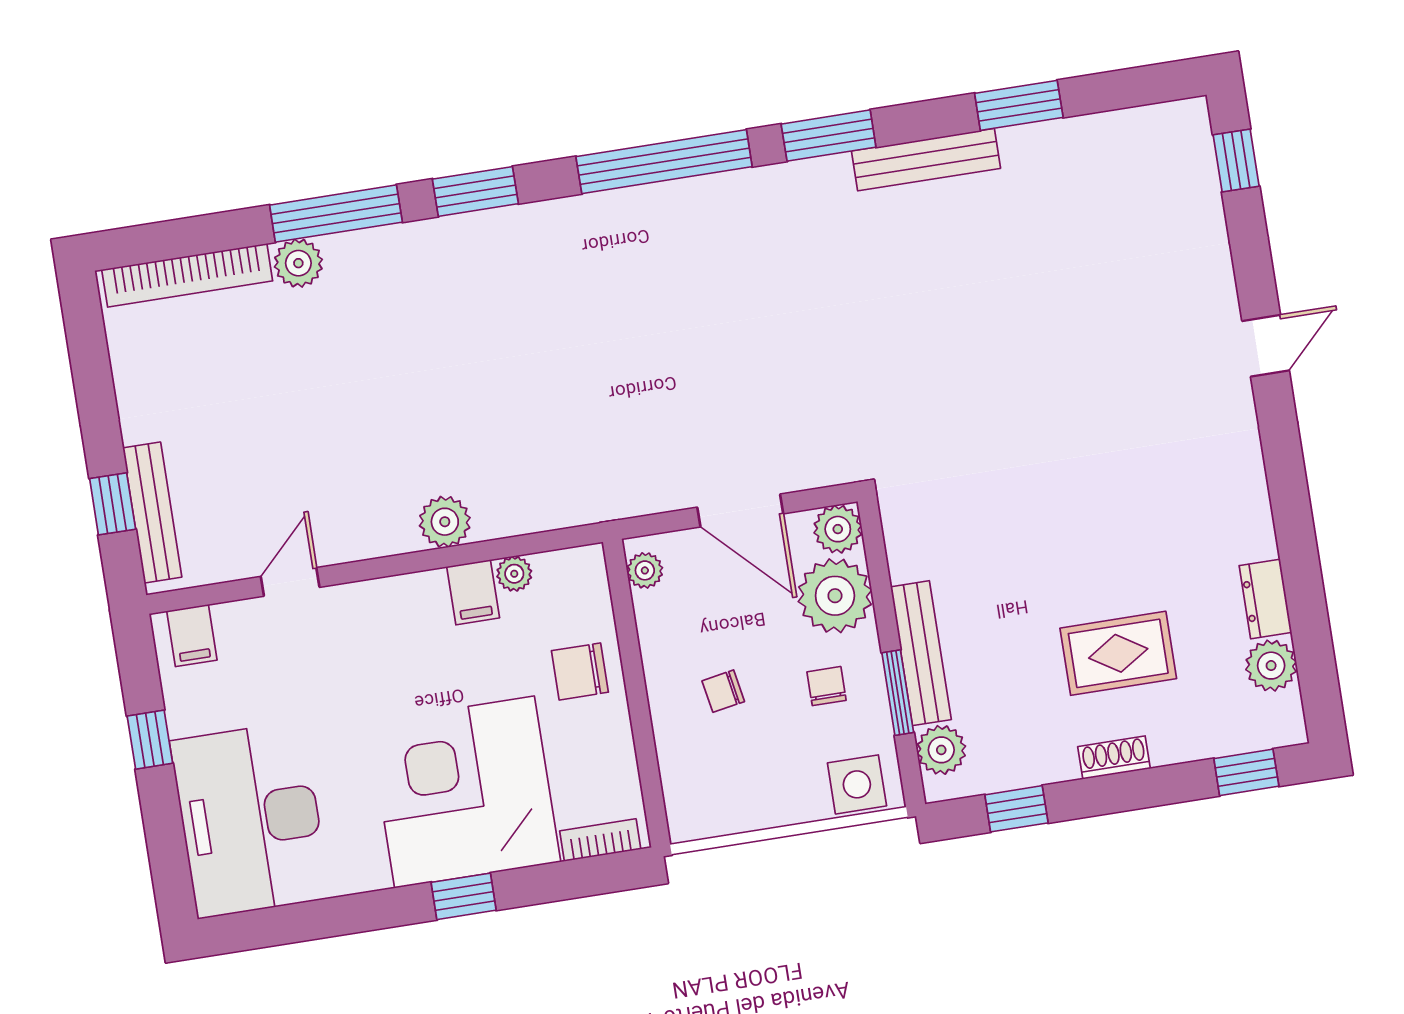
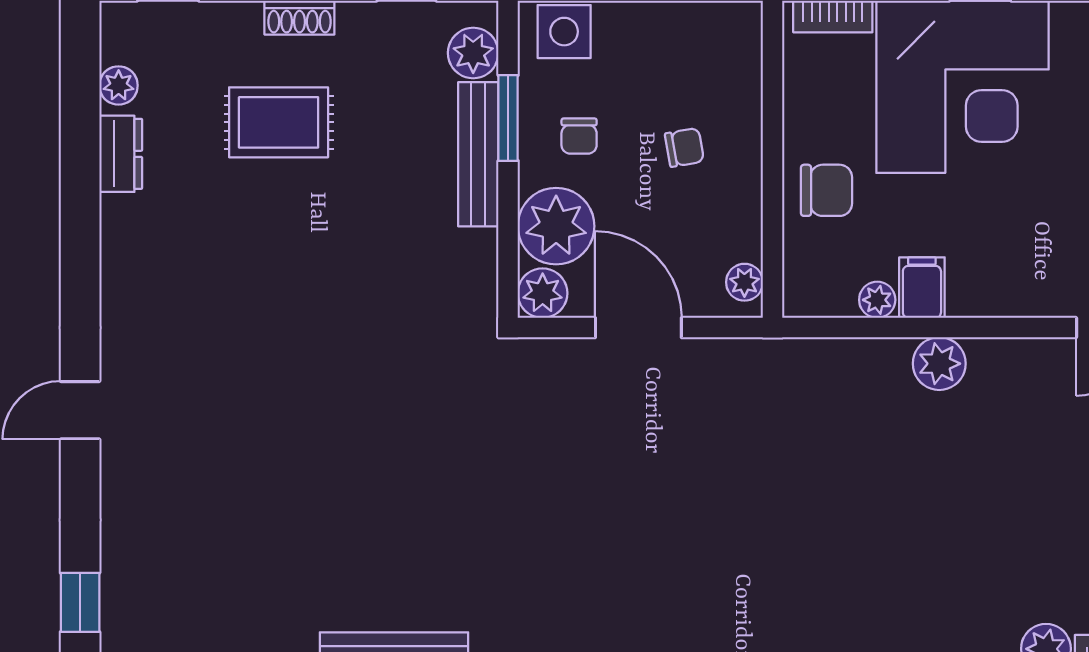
plant: (1271, 666) -> (119, 85), width x0.73, depth x0.73

